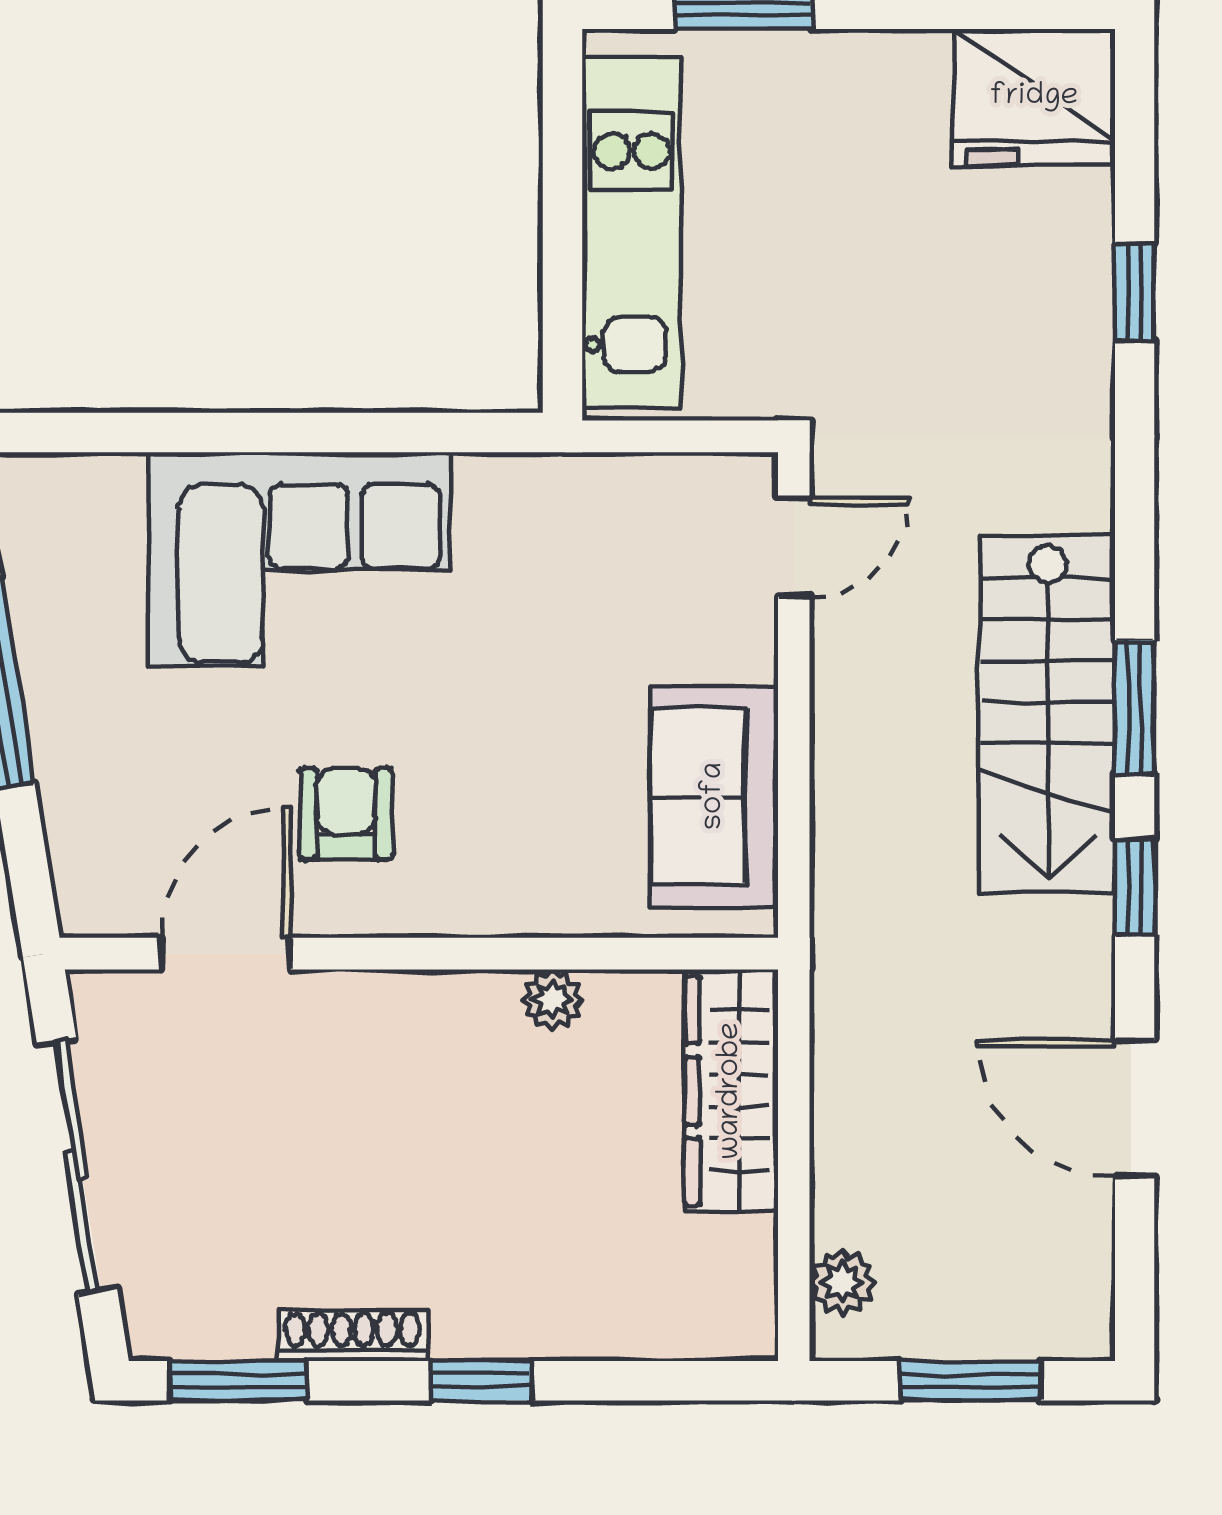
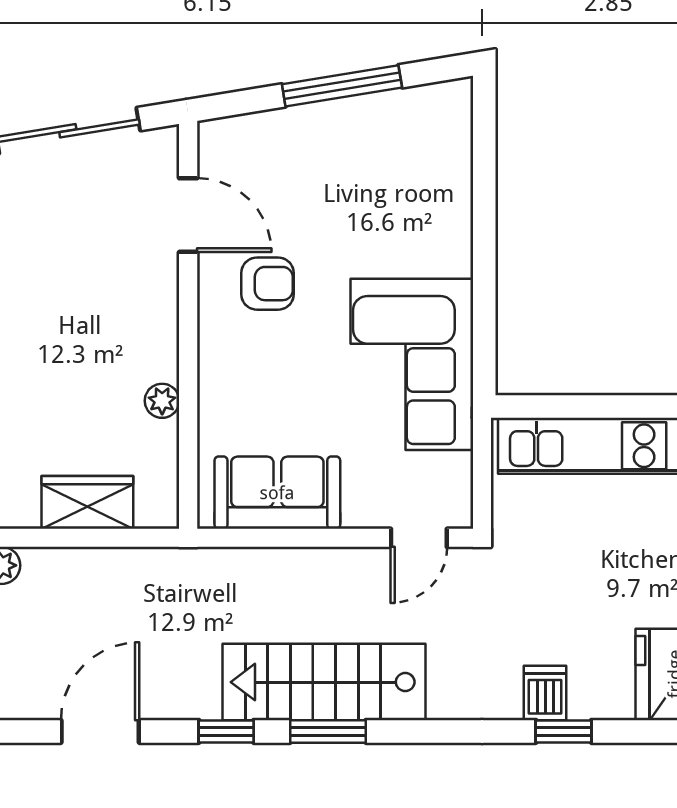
dishwasher: (1067, 325) -> (545, 693), added
door: (794, 547) -> (419, 538), hinge flipped
corner sofa: (299, 560) -> (412, 364), moved
wardrobe: (731, 1091) -> (87, 502), width x0.67

